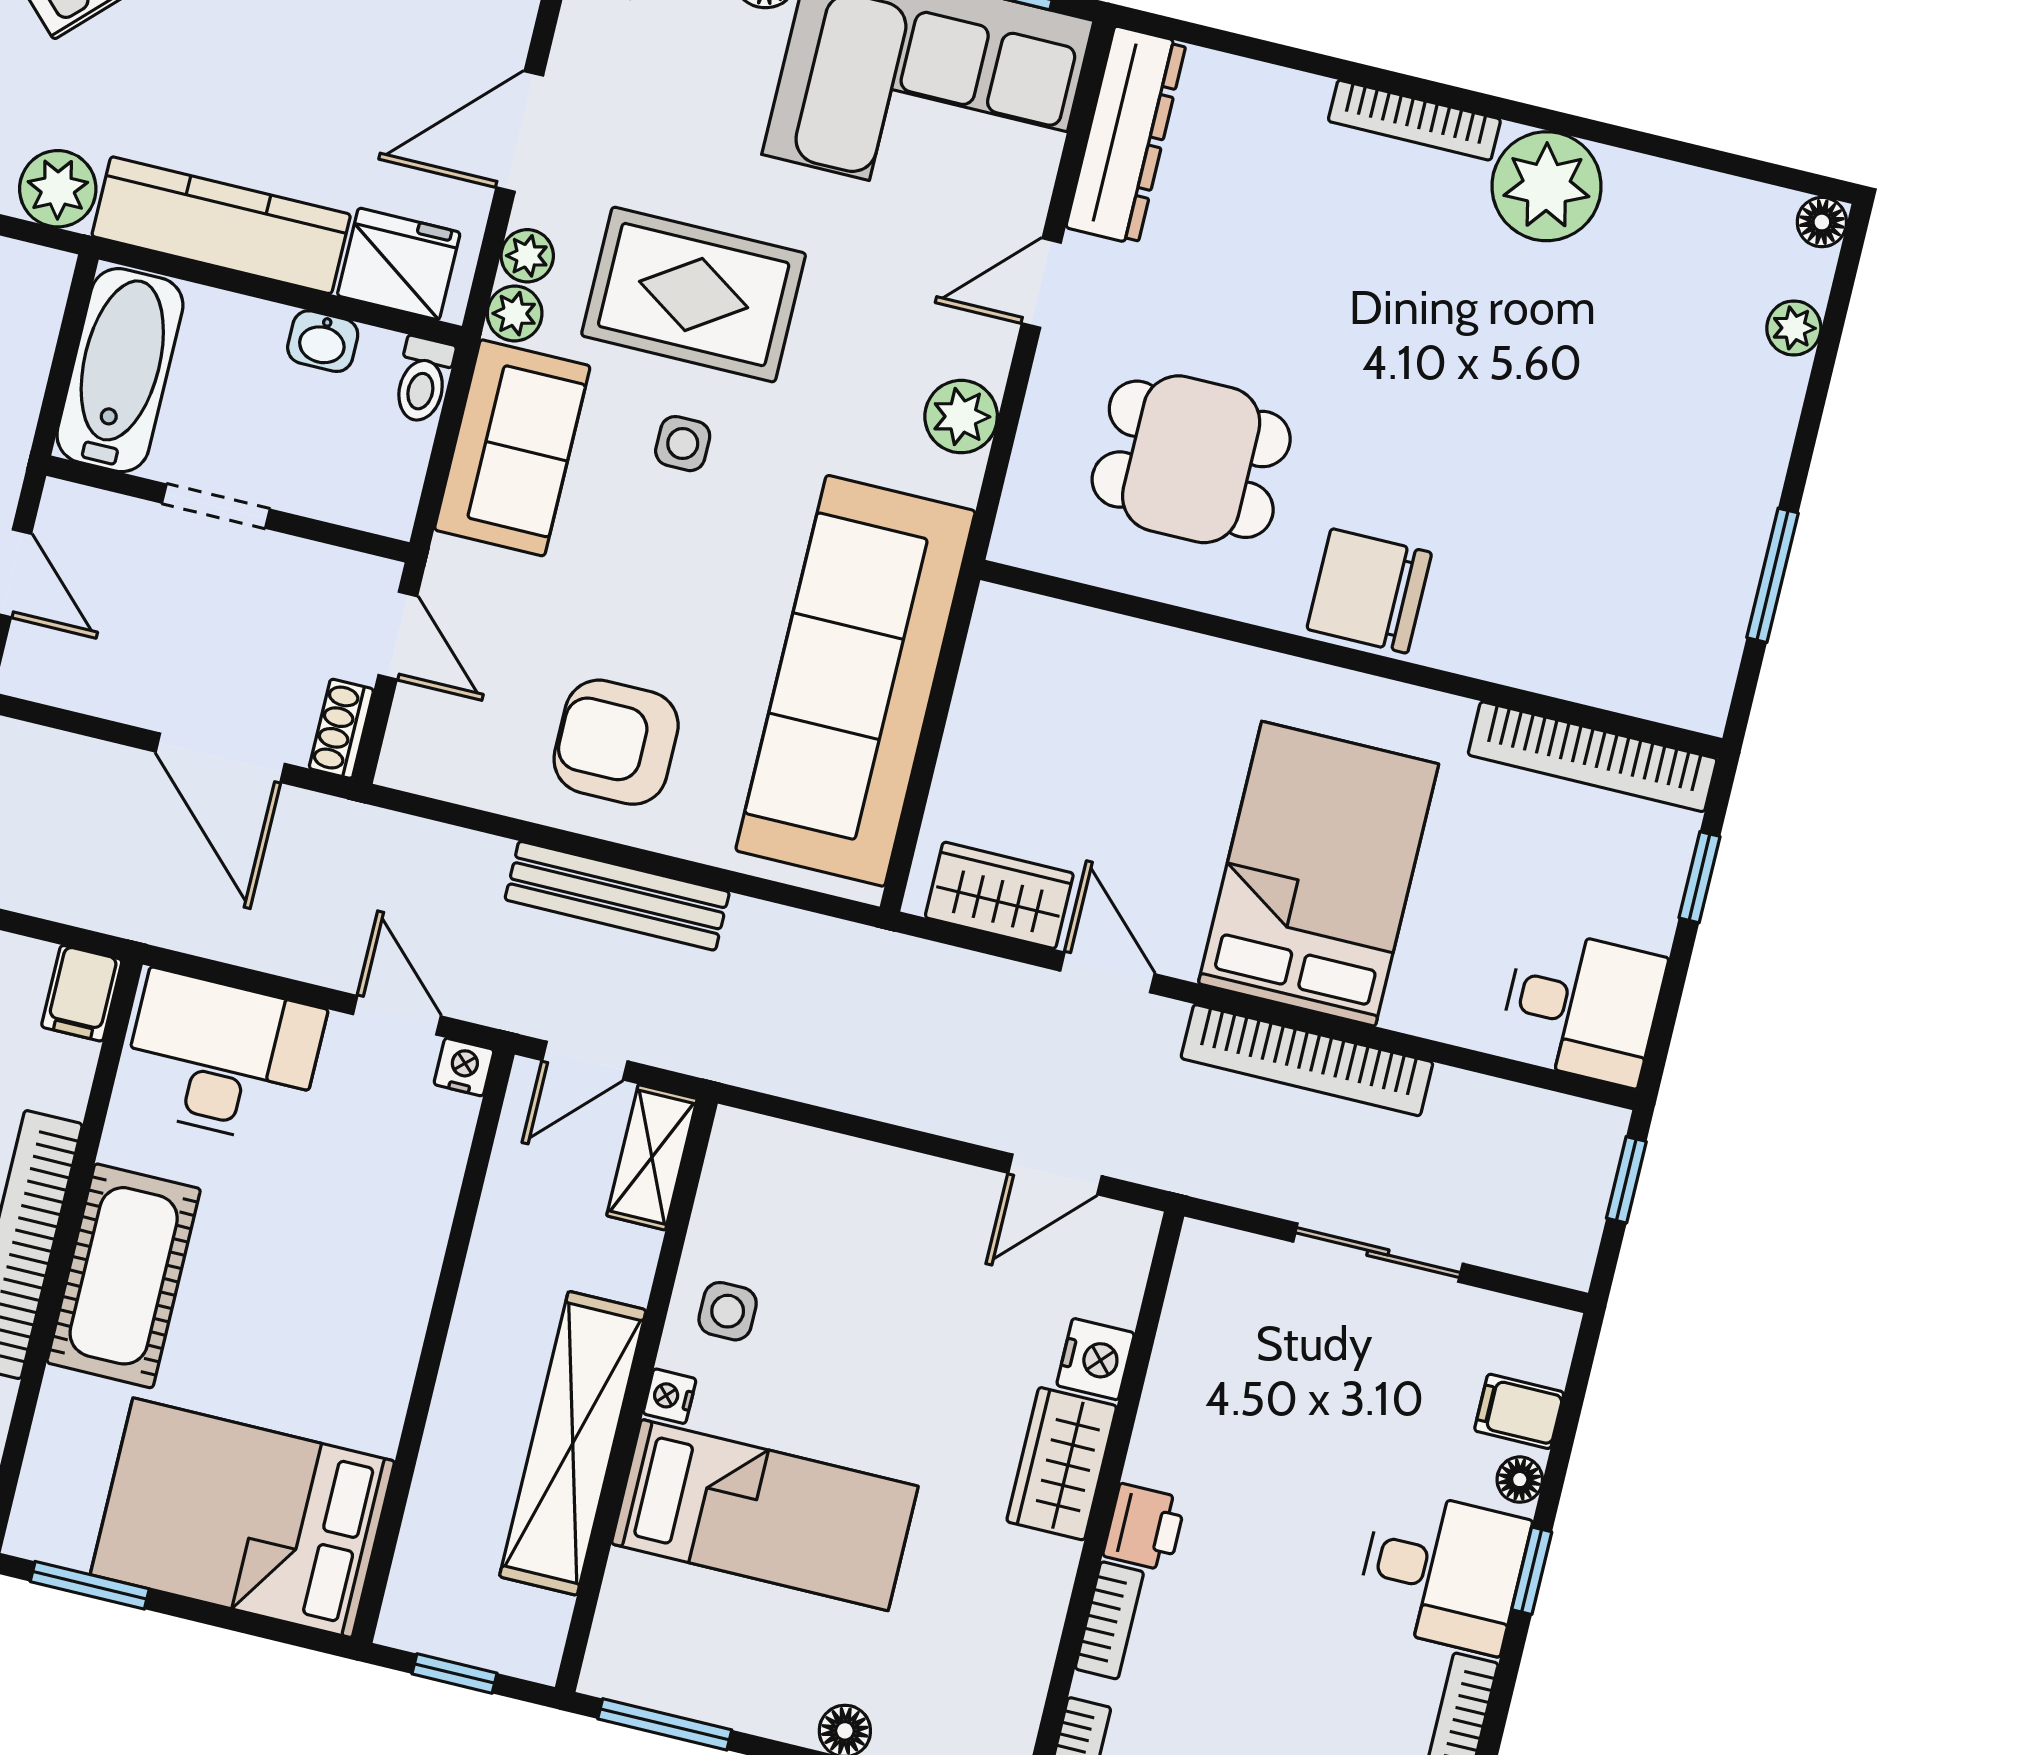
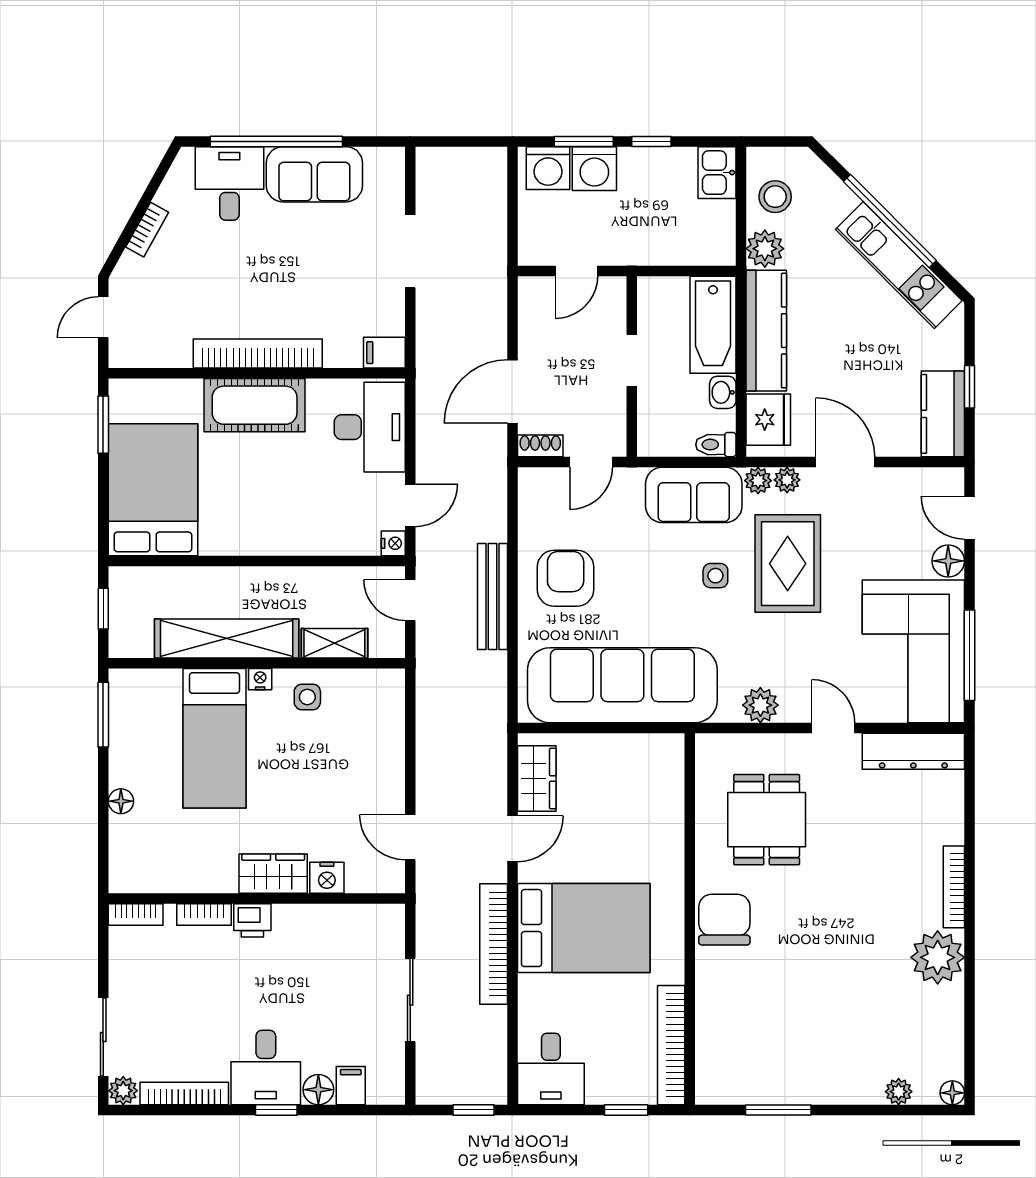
bathtub: (120, 370) -> (713, 325), moved, turned 90
shelving: (652, 1157) -> (334, 643), moved
floor lamp: (1520, 1480) -> (318, 1090), width x1.37, depth x1.37

